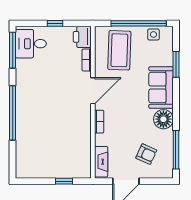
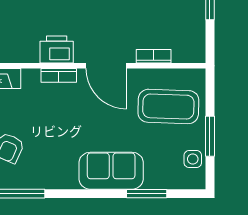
window: (139, 23) -> (210, 136), width x0.47
printer: (82, 37) -> (57, 49), moved
floor lamp: (163, 119) -> (62, 174), removed

